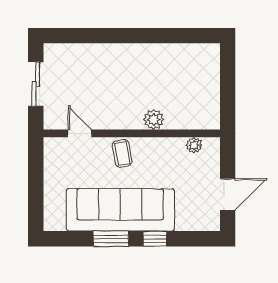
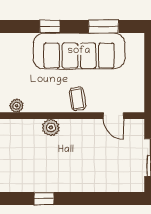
window: (162, 36) -> (44, 199), added
window: (111, 239) -> (104, 26), moved

